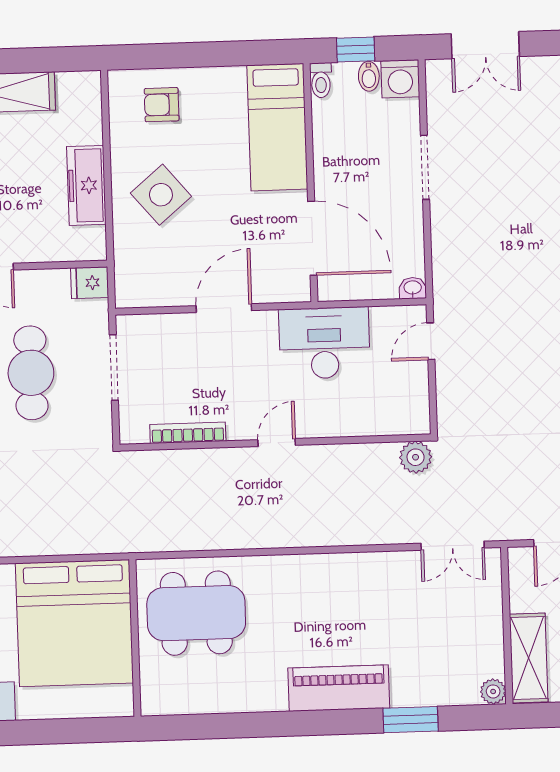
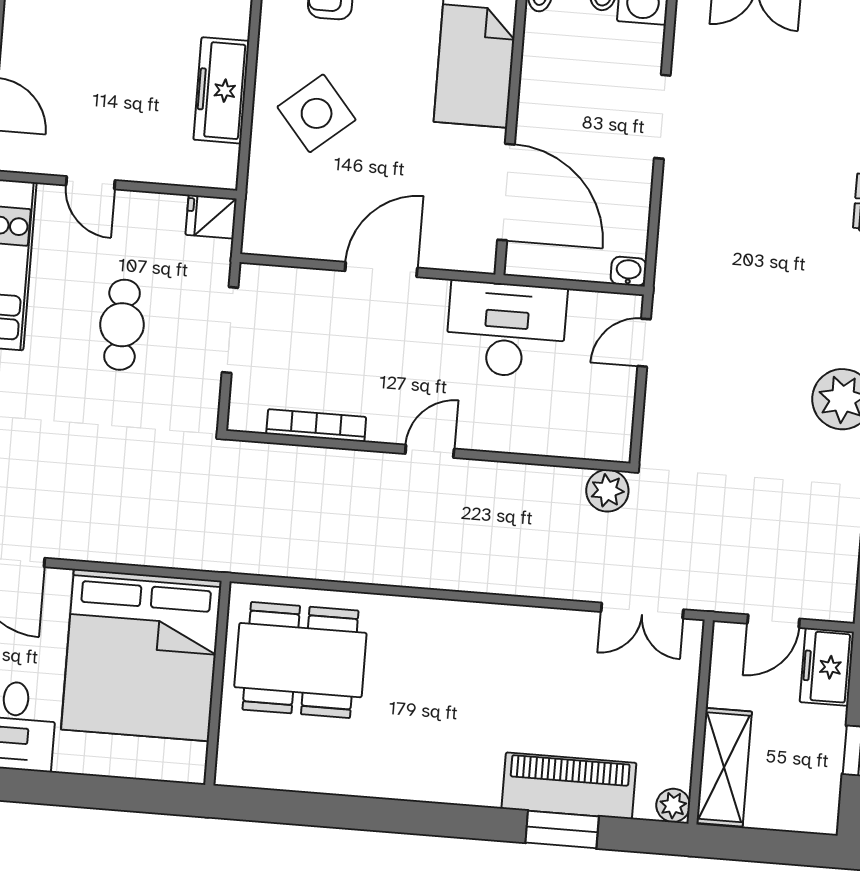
cafe table: (31, 373) -> (122, 325), width x0.73, depth x0.74
piano: (339, 688) -> (569, 786), moved

